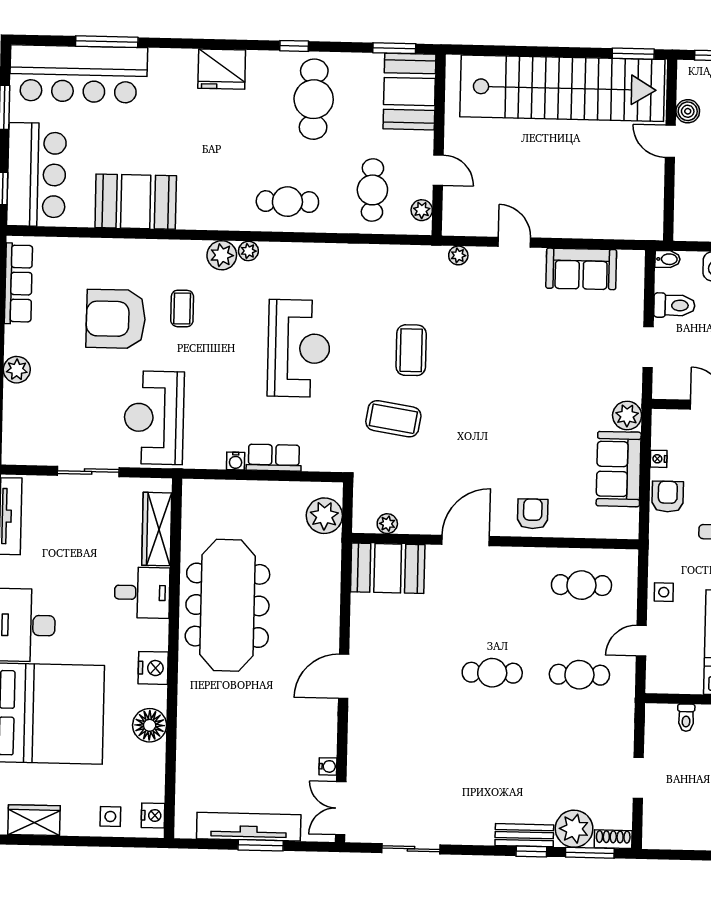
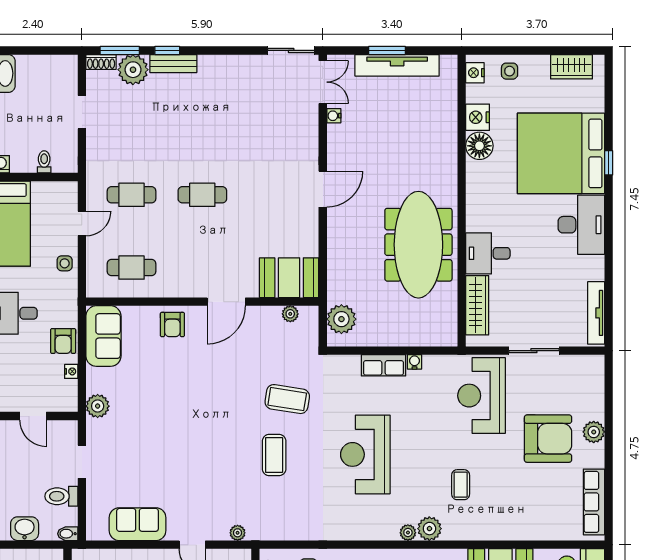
armchair: (116, 319) -> (548, 439), moved
reception desk: (154, 418) -> (482, 396), turned 180
sofa: (619, 469) -> (103, 336), moved
nightstand: (153, 668) -> (478, 117), moved
sliding door: (411, 849) -> (291, 50), moved

